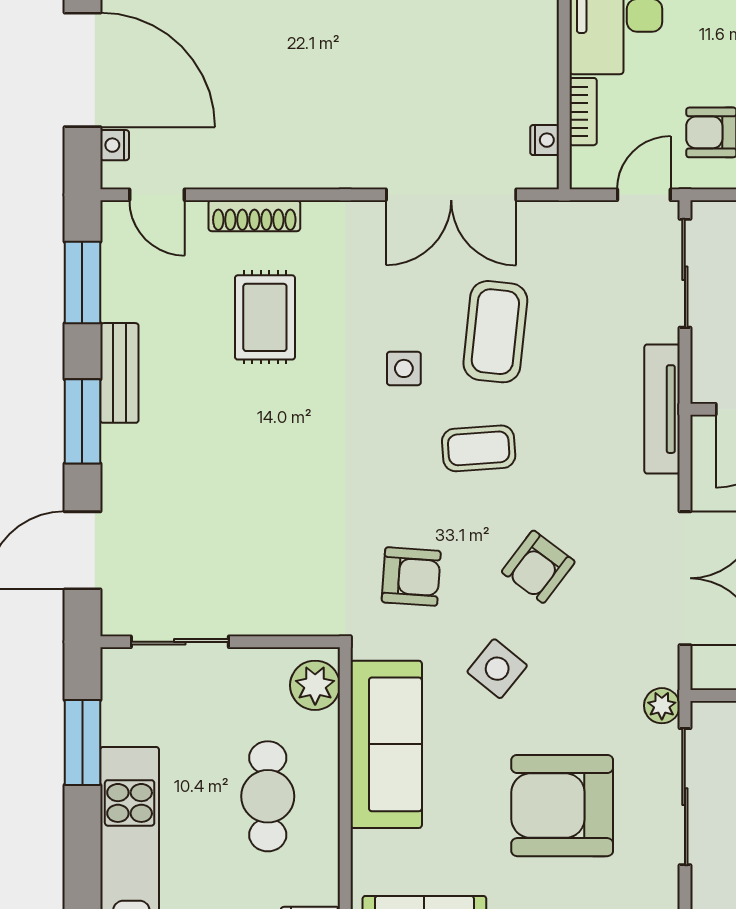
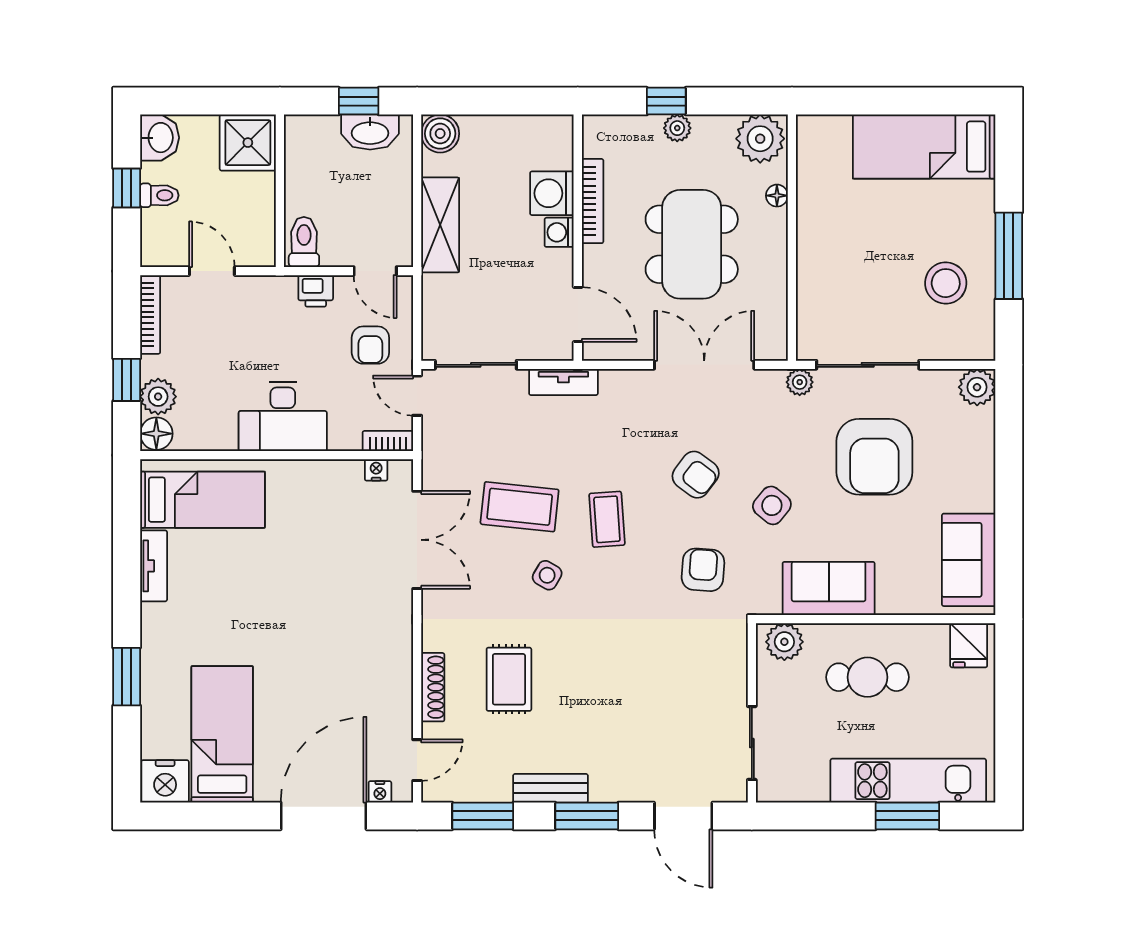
bookcase: (583, 112) -> (388, 441), moved
rug: (265, 317) -> (509, 679), turned 90
side table: (404, 368) -> (547, 575), turned 30
tv unit: (662, 409) -> (563, 382), width x0.71
window: (82, 743) -> (907, 816), moved
sofa: (386, 744) -> (829, 588), width x0.73

